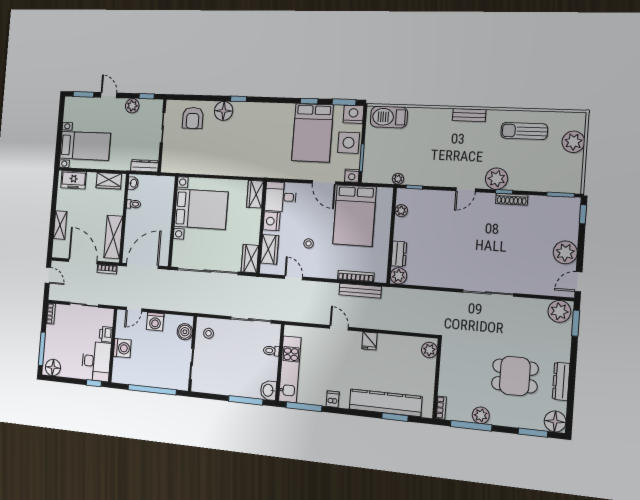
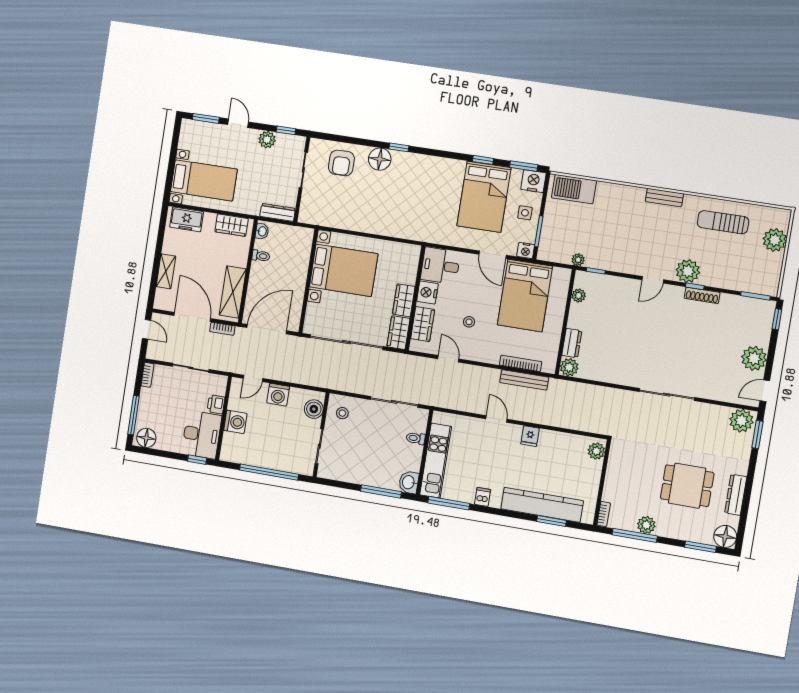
side table: (348, 143) -> (525, 213), width x0.54, depth x0.54
wardrobe: (255, 194) -> (404, 300), moved

